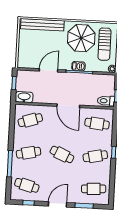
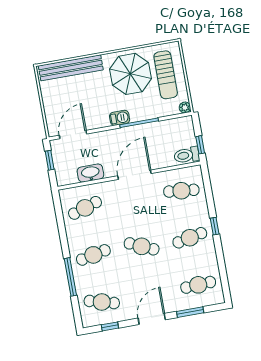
barbecue: (78, 66) -> (120, 118), moved
door: (49, 70) -> (73, 135), moved
washbasin: (24, 97) -> (90, 173), moved
door: (68, 106) -> (134, 175), swing flipped

